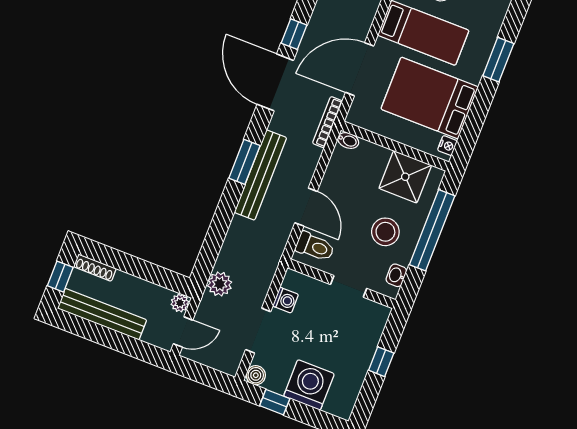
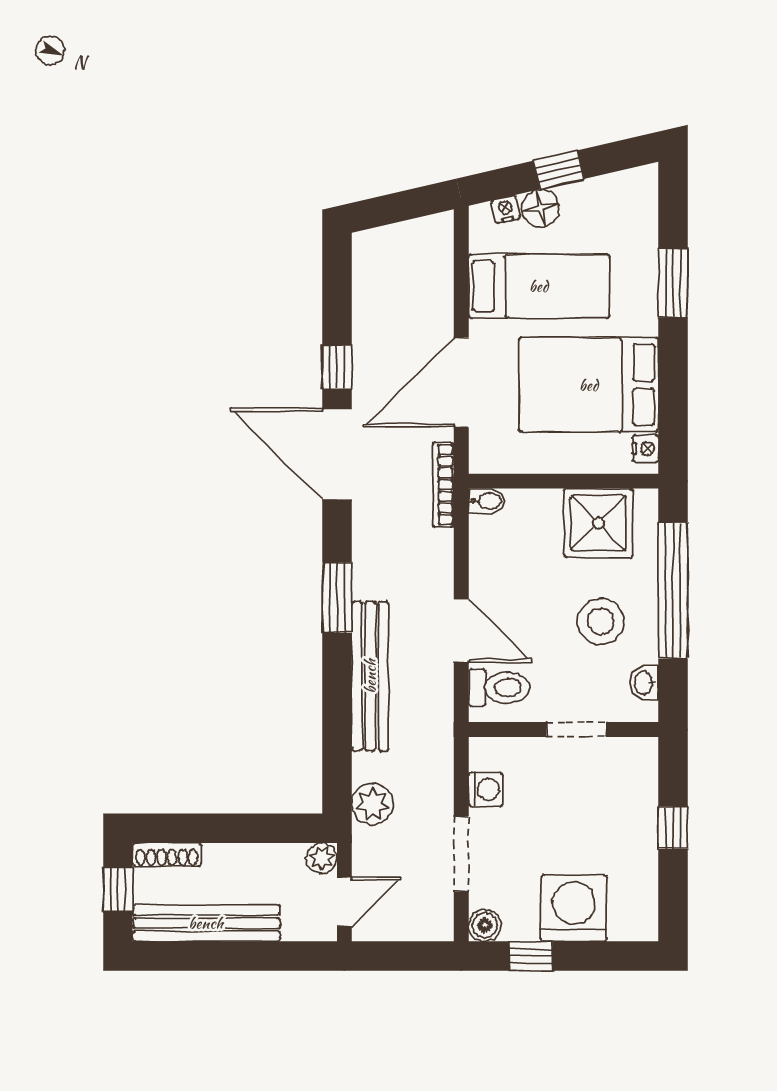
bench: (261, 175) -> (370, 676), moved

